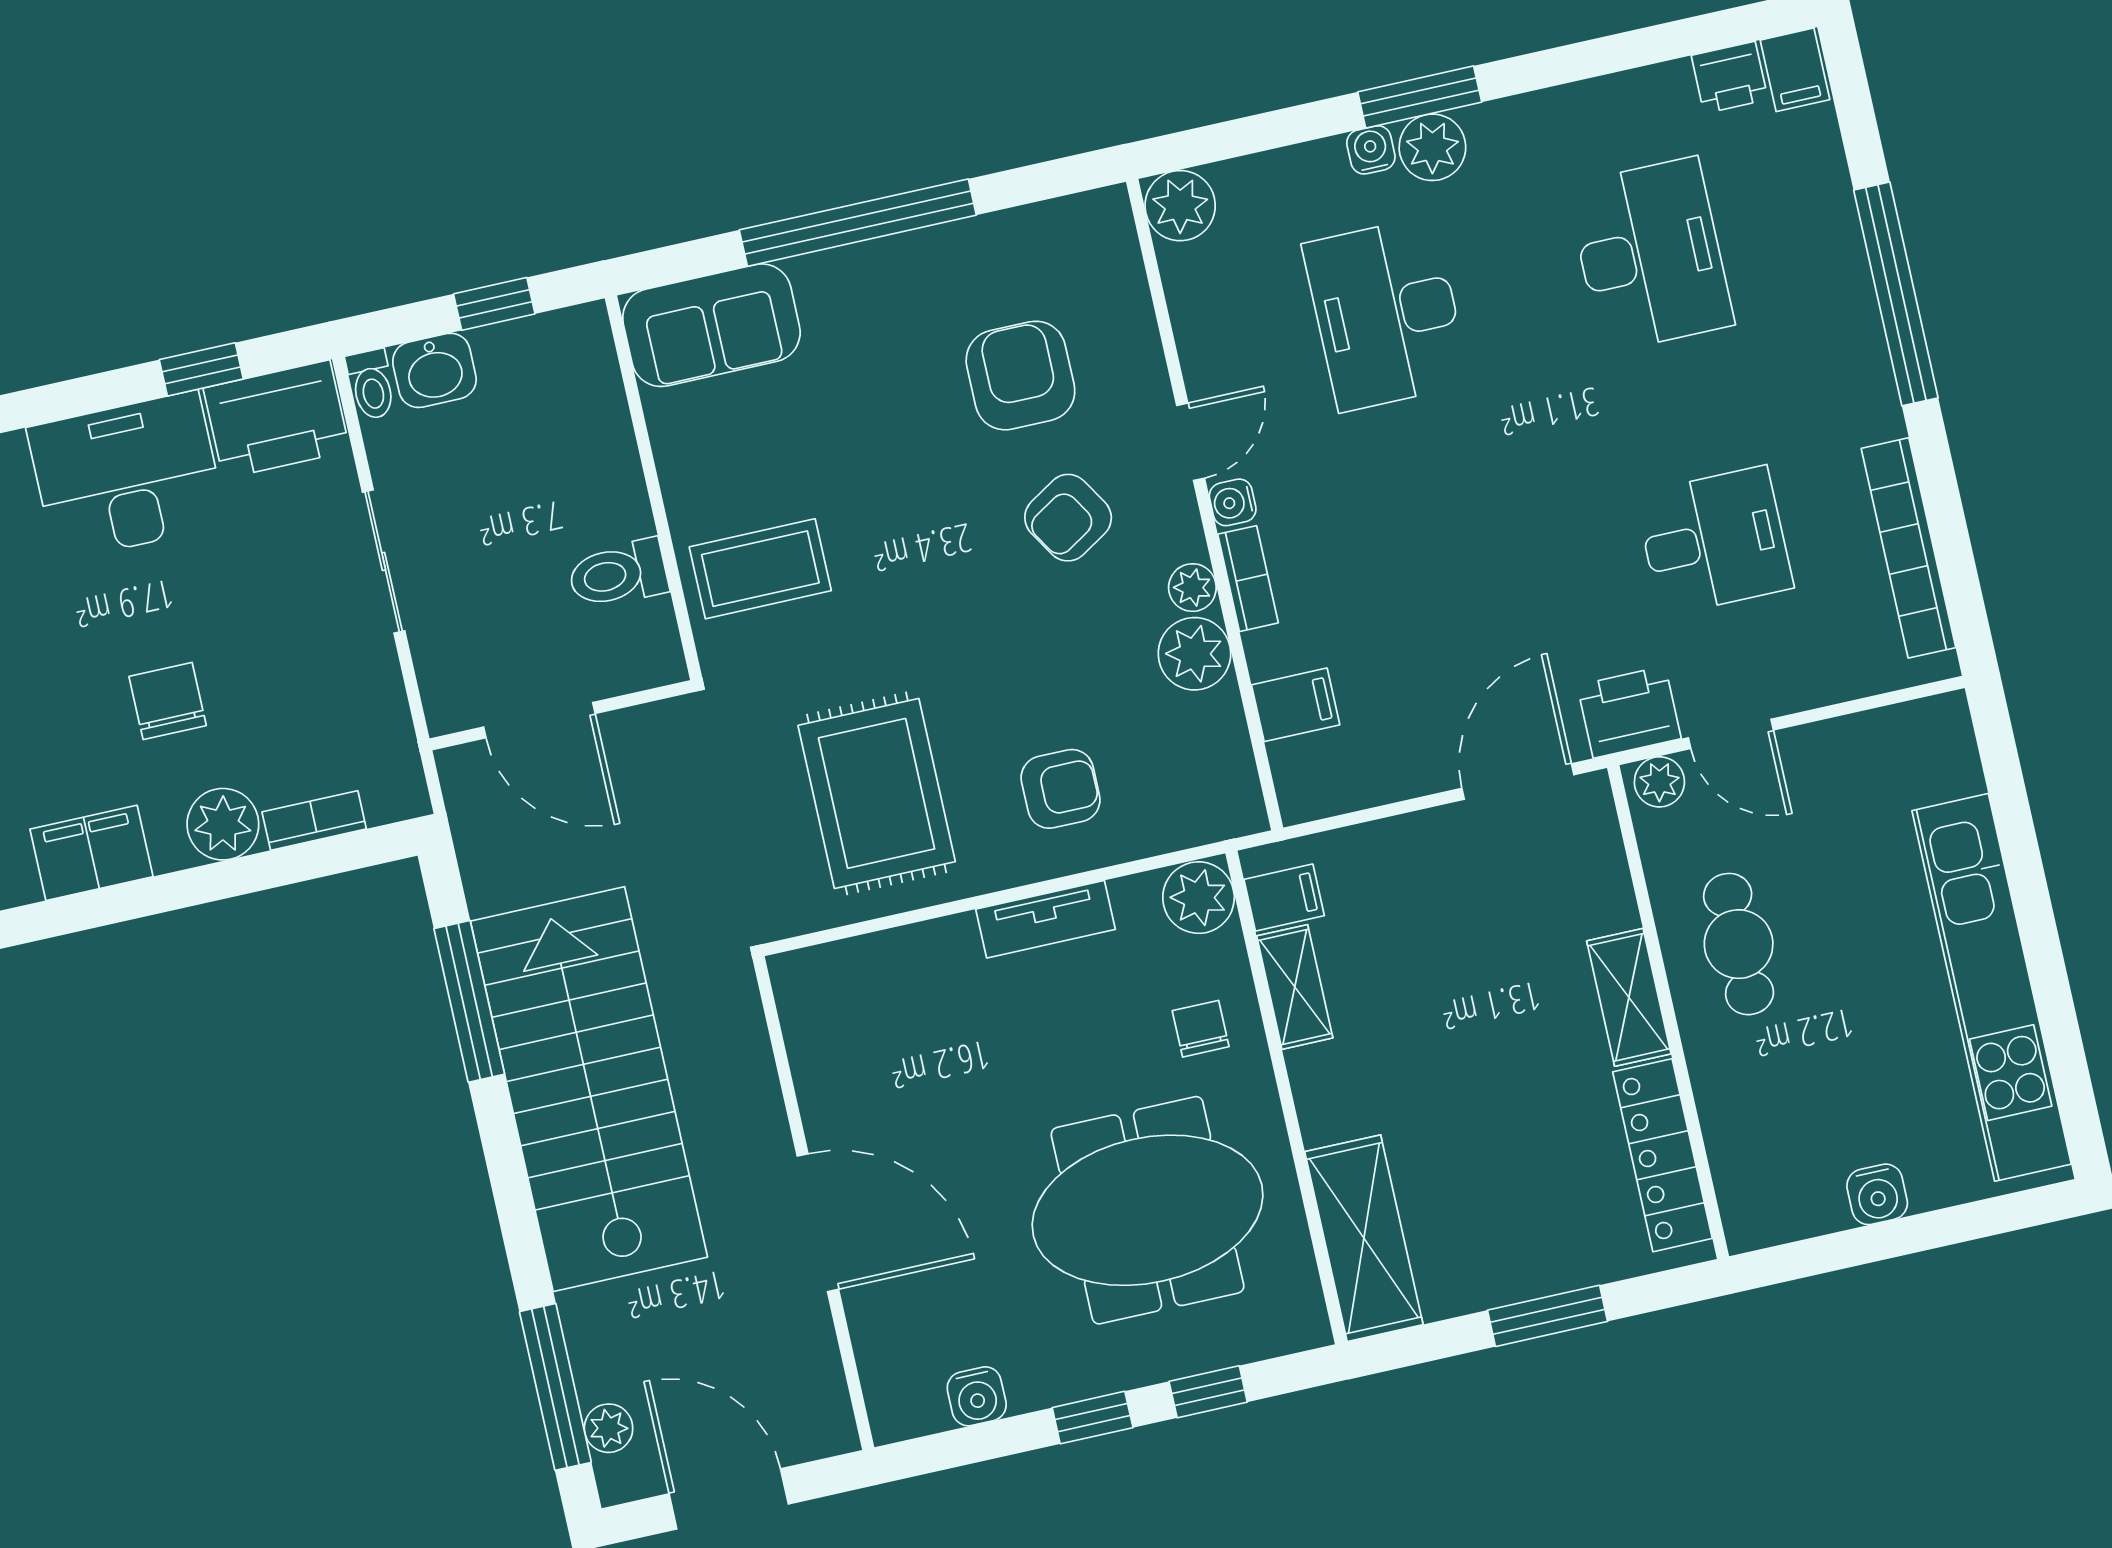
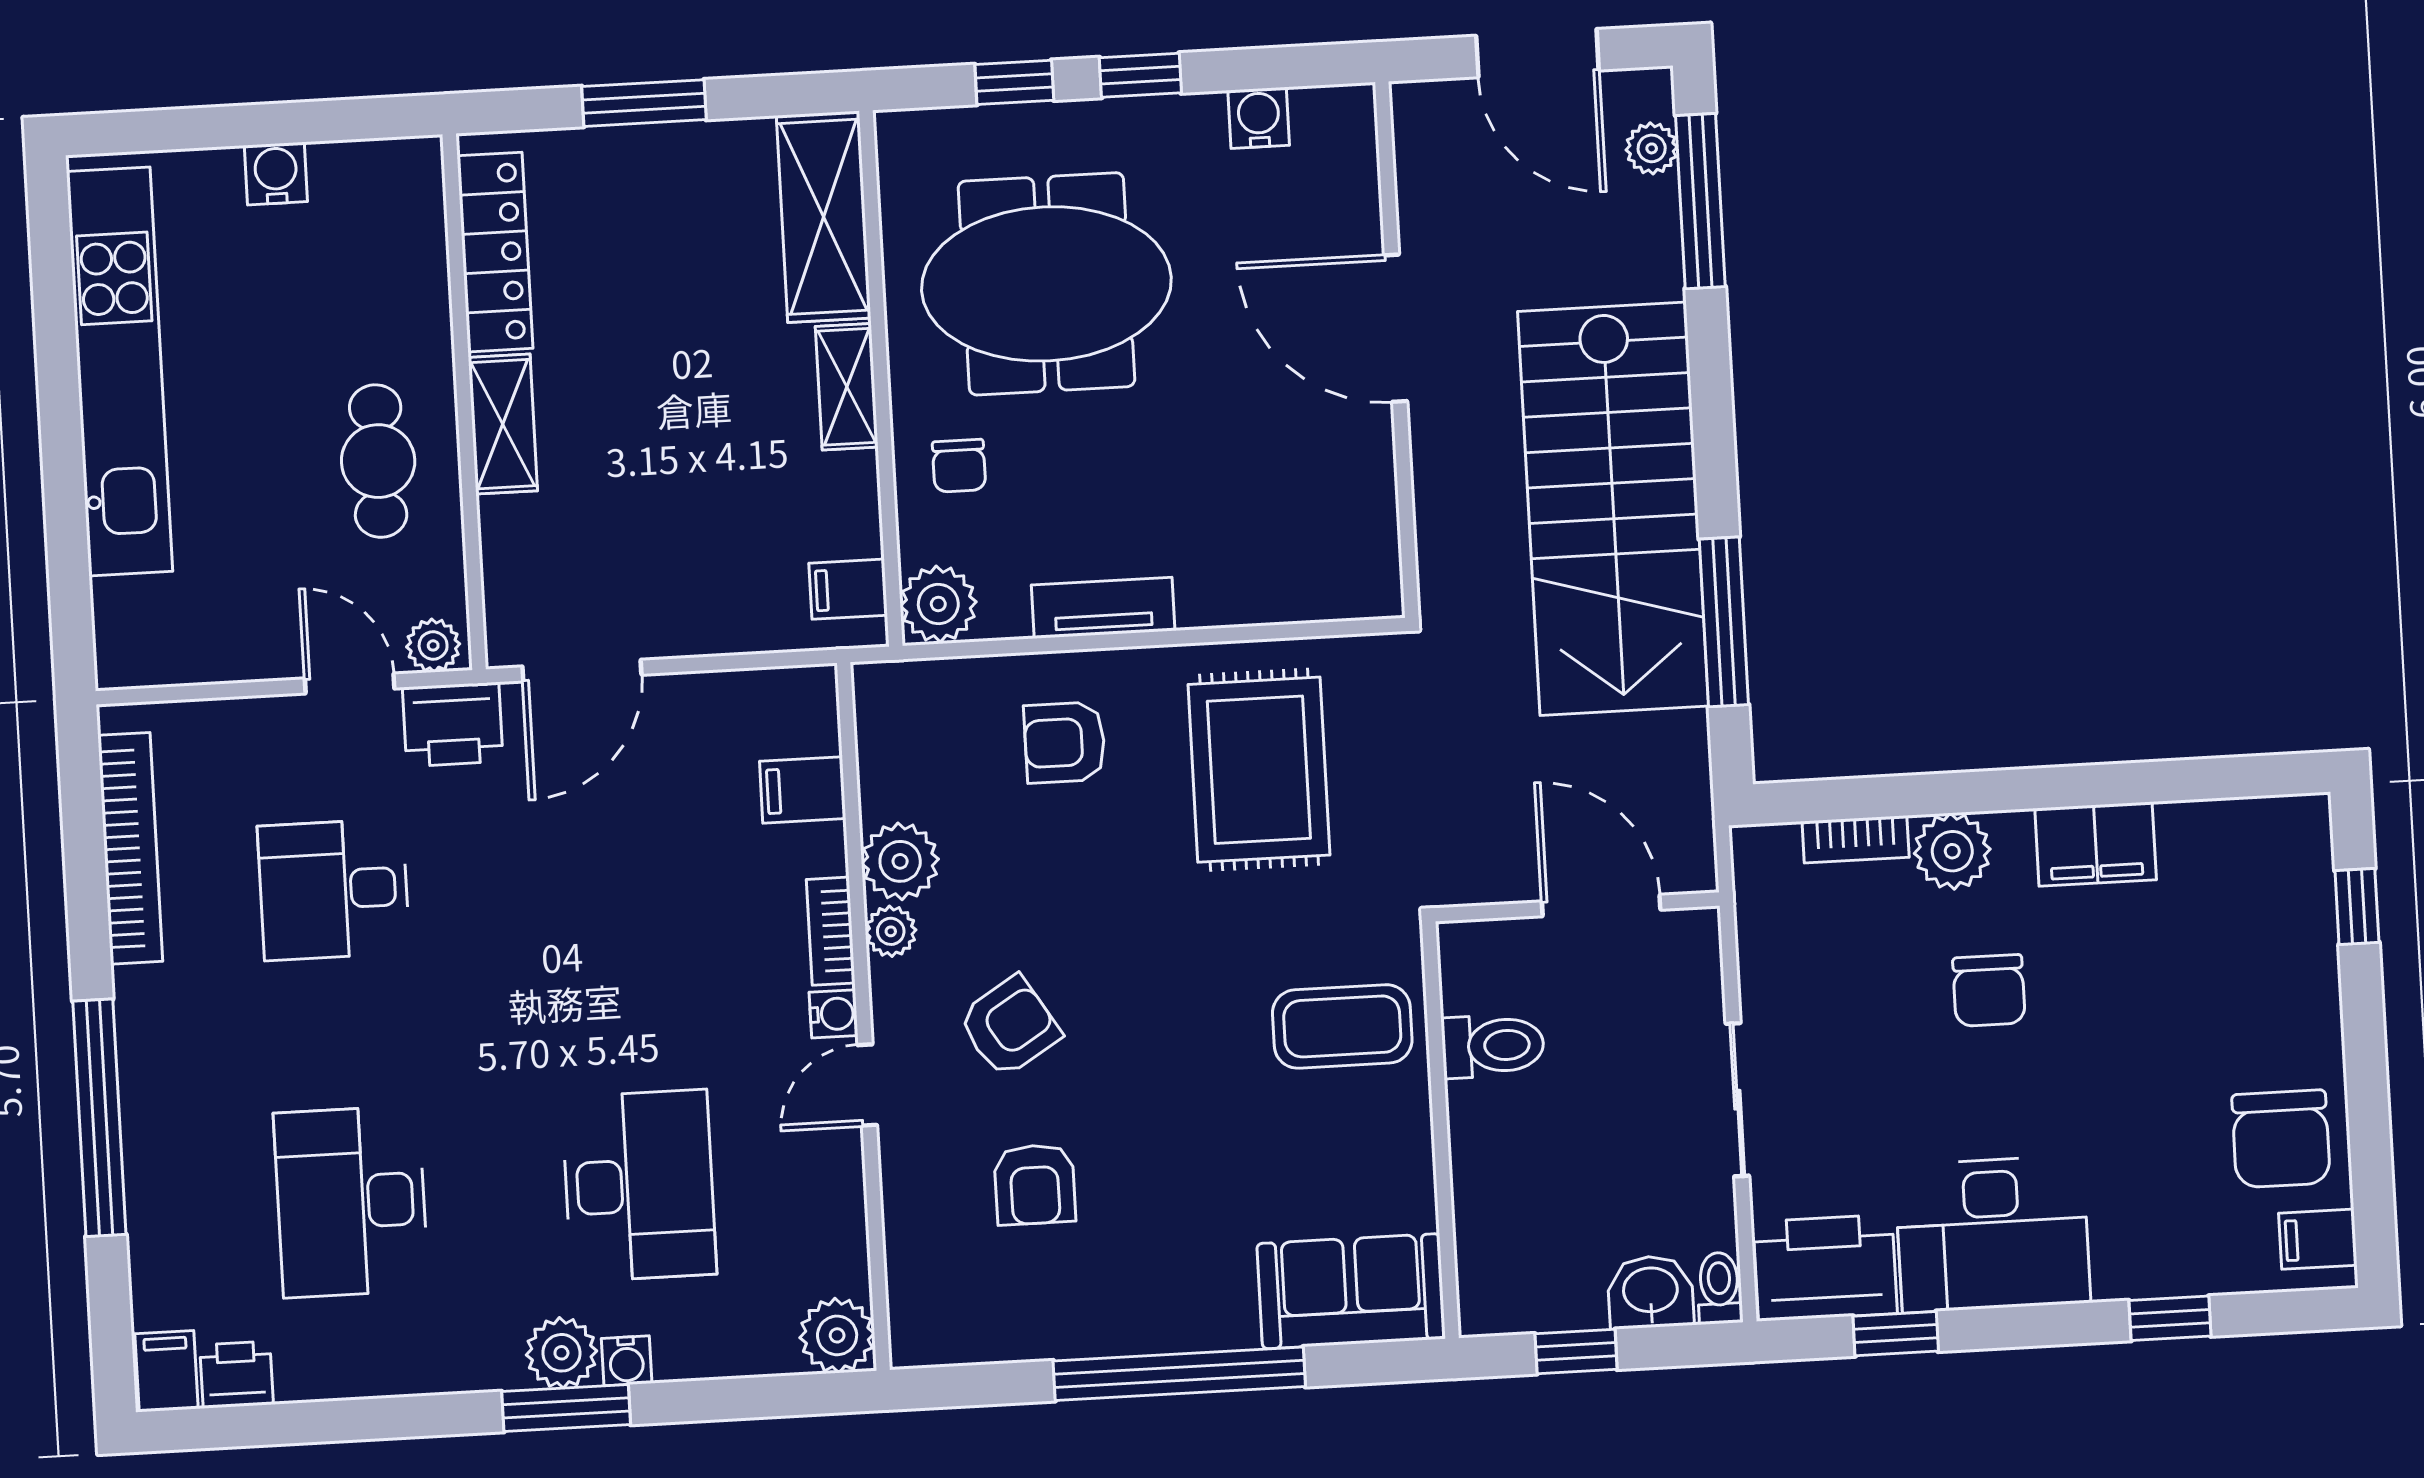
armchair: (1020, 376) -> (1035, 1184), width x0.72, depth x0.72
shelving: (1295, 987) -> (847, 387), moved

